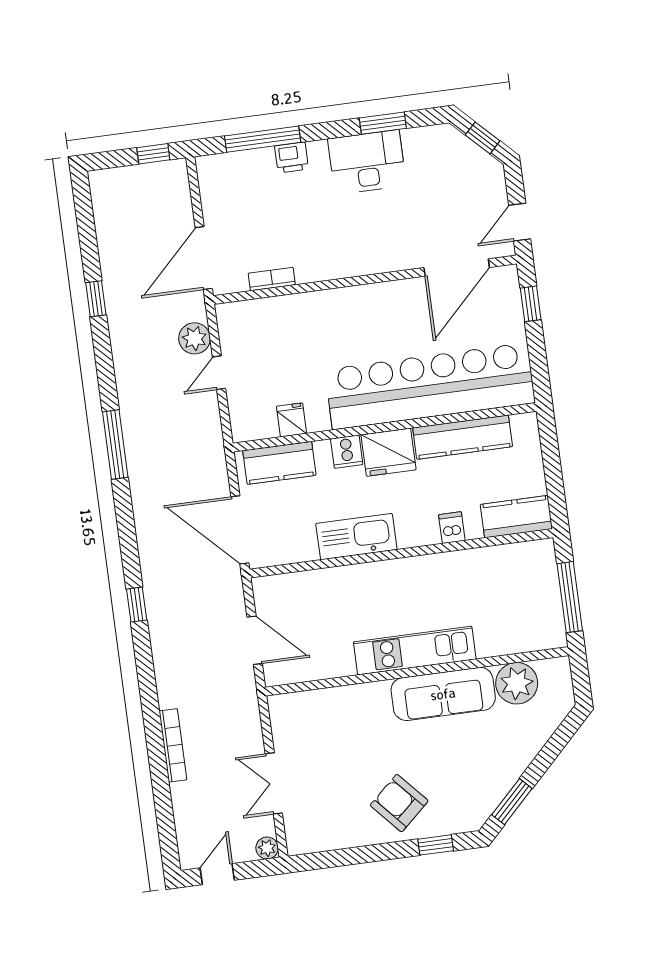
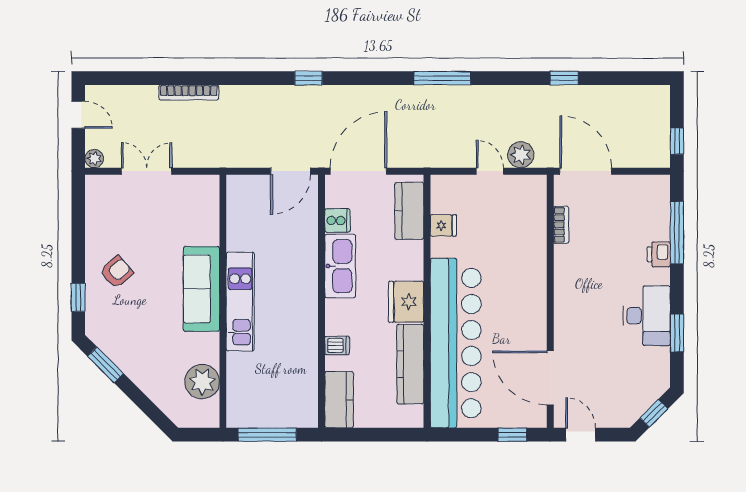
cooker: (347, 452) -> (337, 221), moved, turned 180
door: (255, 640) -> (291, 171), moved
sofa: (443, 694) -> (201, 289), moved
armchair: (399, 803) -> (117, 272), width x0.72, depth x0.72

